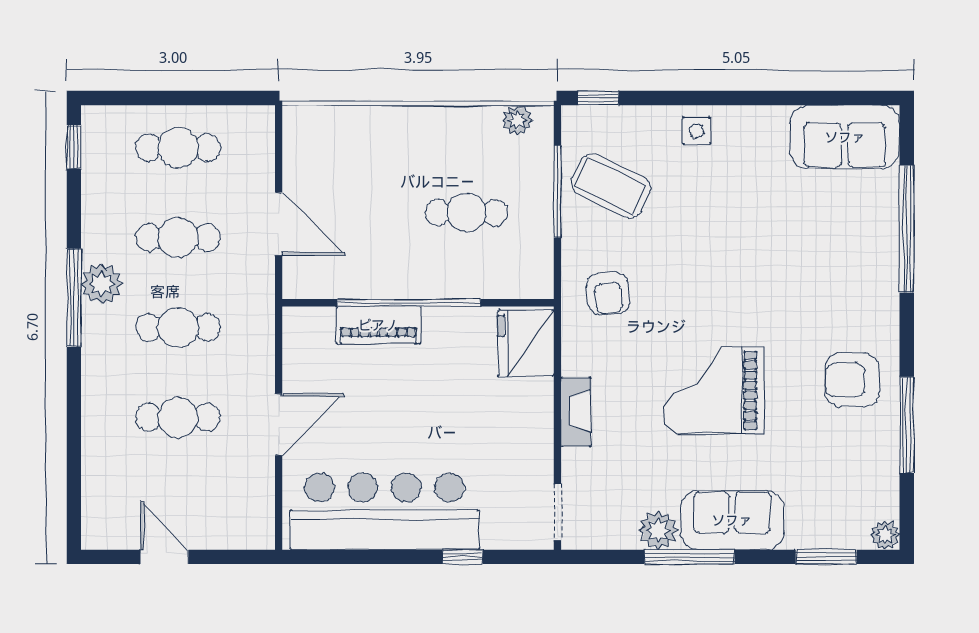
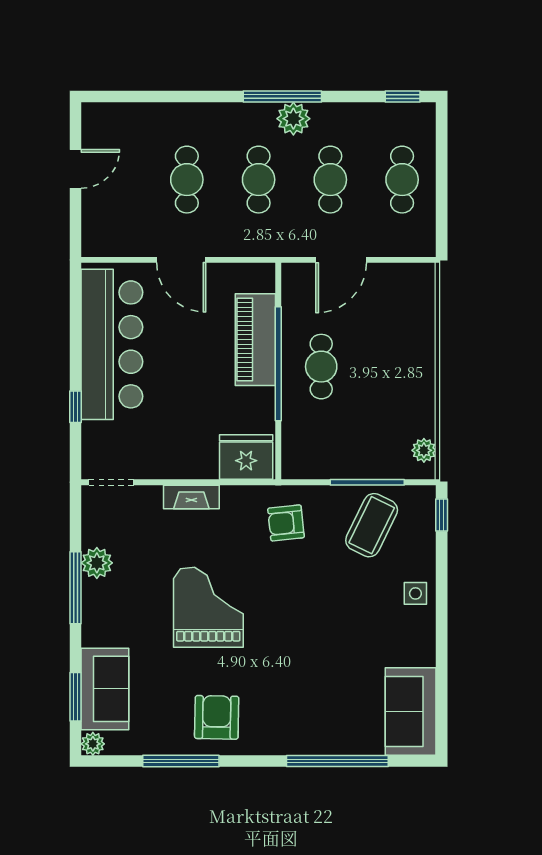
cafe table: (466, 213) -> (321, 367), moved
piano: (378, 325) -> (255, 340), width x1.37, depth x1.33
sofa: (732, 520) -> (105, 689), moved

